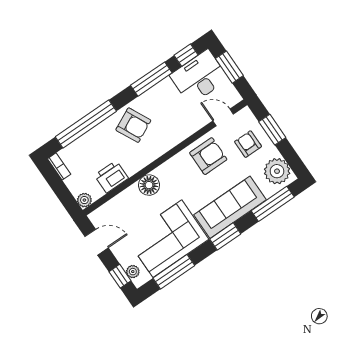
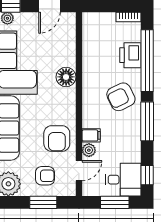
desk: (199, 77) -> (123, 180), width x0.73
window: (151, 79) -> (147, 121), moved
filing cabinet: (185, 128) -> (91, 135), added
printer: (111, 177) -> (130, 55), moved, turned 180
plant: (84, 200) -> (89, 150), moved

